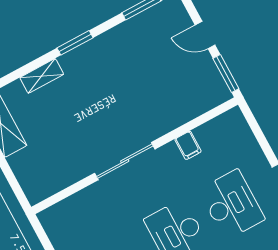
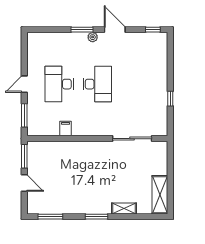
window: (258, 132) -> (24, 115), added
sliding door: (125, 161) -> (132, 139), moved

